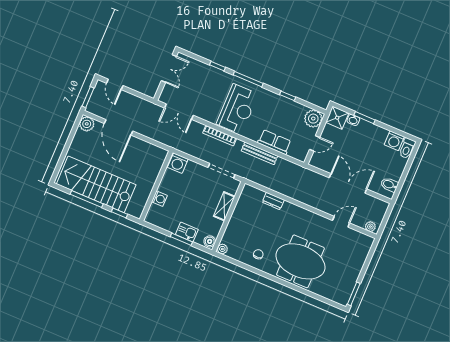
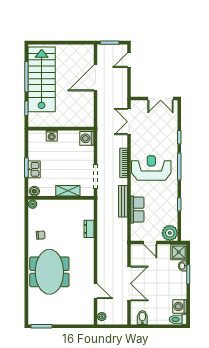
reception desk: (237, 109) -> (151, 168), turned 180
plant: (87, 124) -> (87, 51), removed

